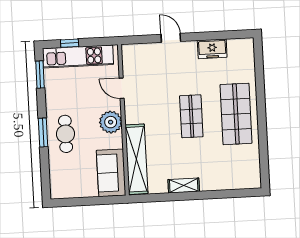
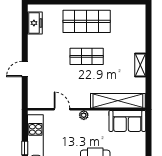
freezer: (212, 49) -> (35, 23), moved
door: (122, 88) -> (62, 109), swing flipped
plant: (111, 122) -> (84, 115), width x0.53, depth x0.53

